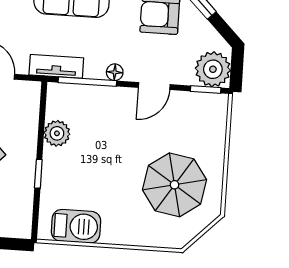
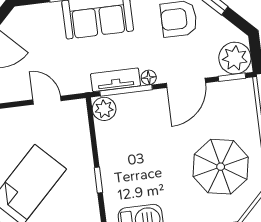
tv unit: (56, 66) -> (115, 80), moved
door: (154, 86) -> (186, 83), width x1.37
plant: (57, 133) -> (104, 109), moved

